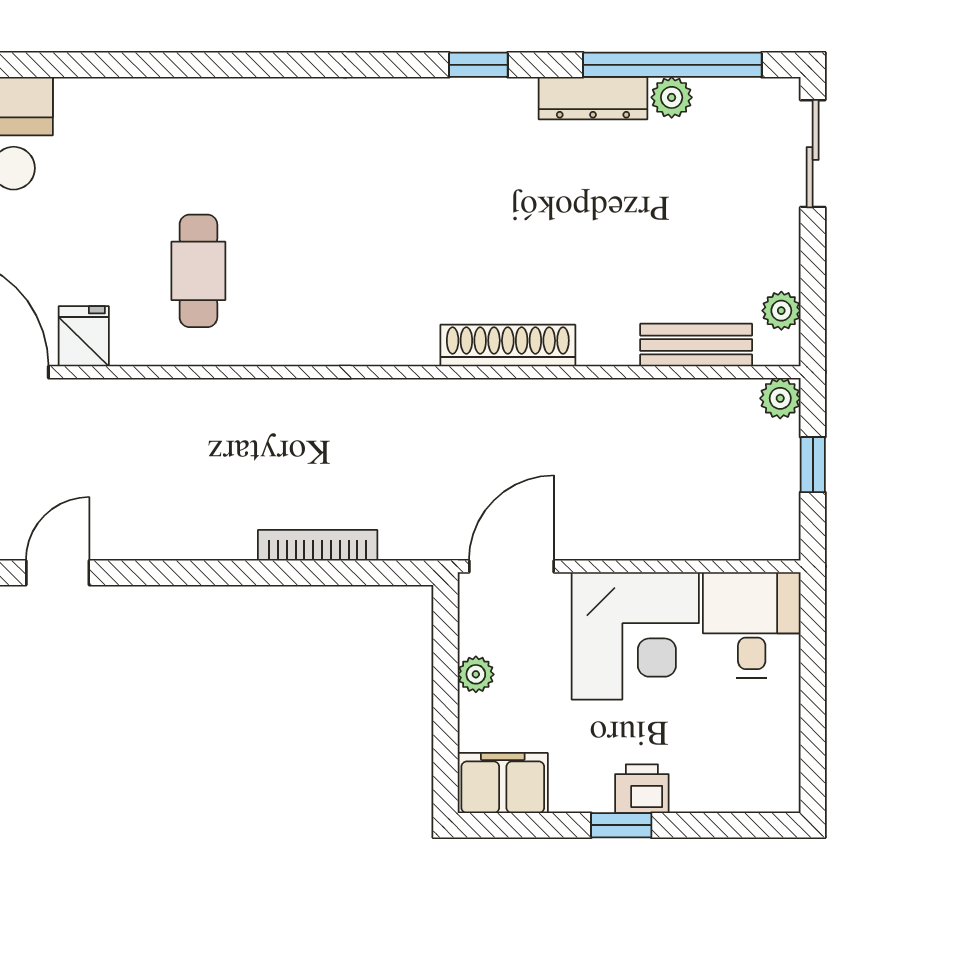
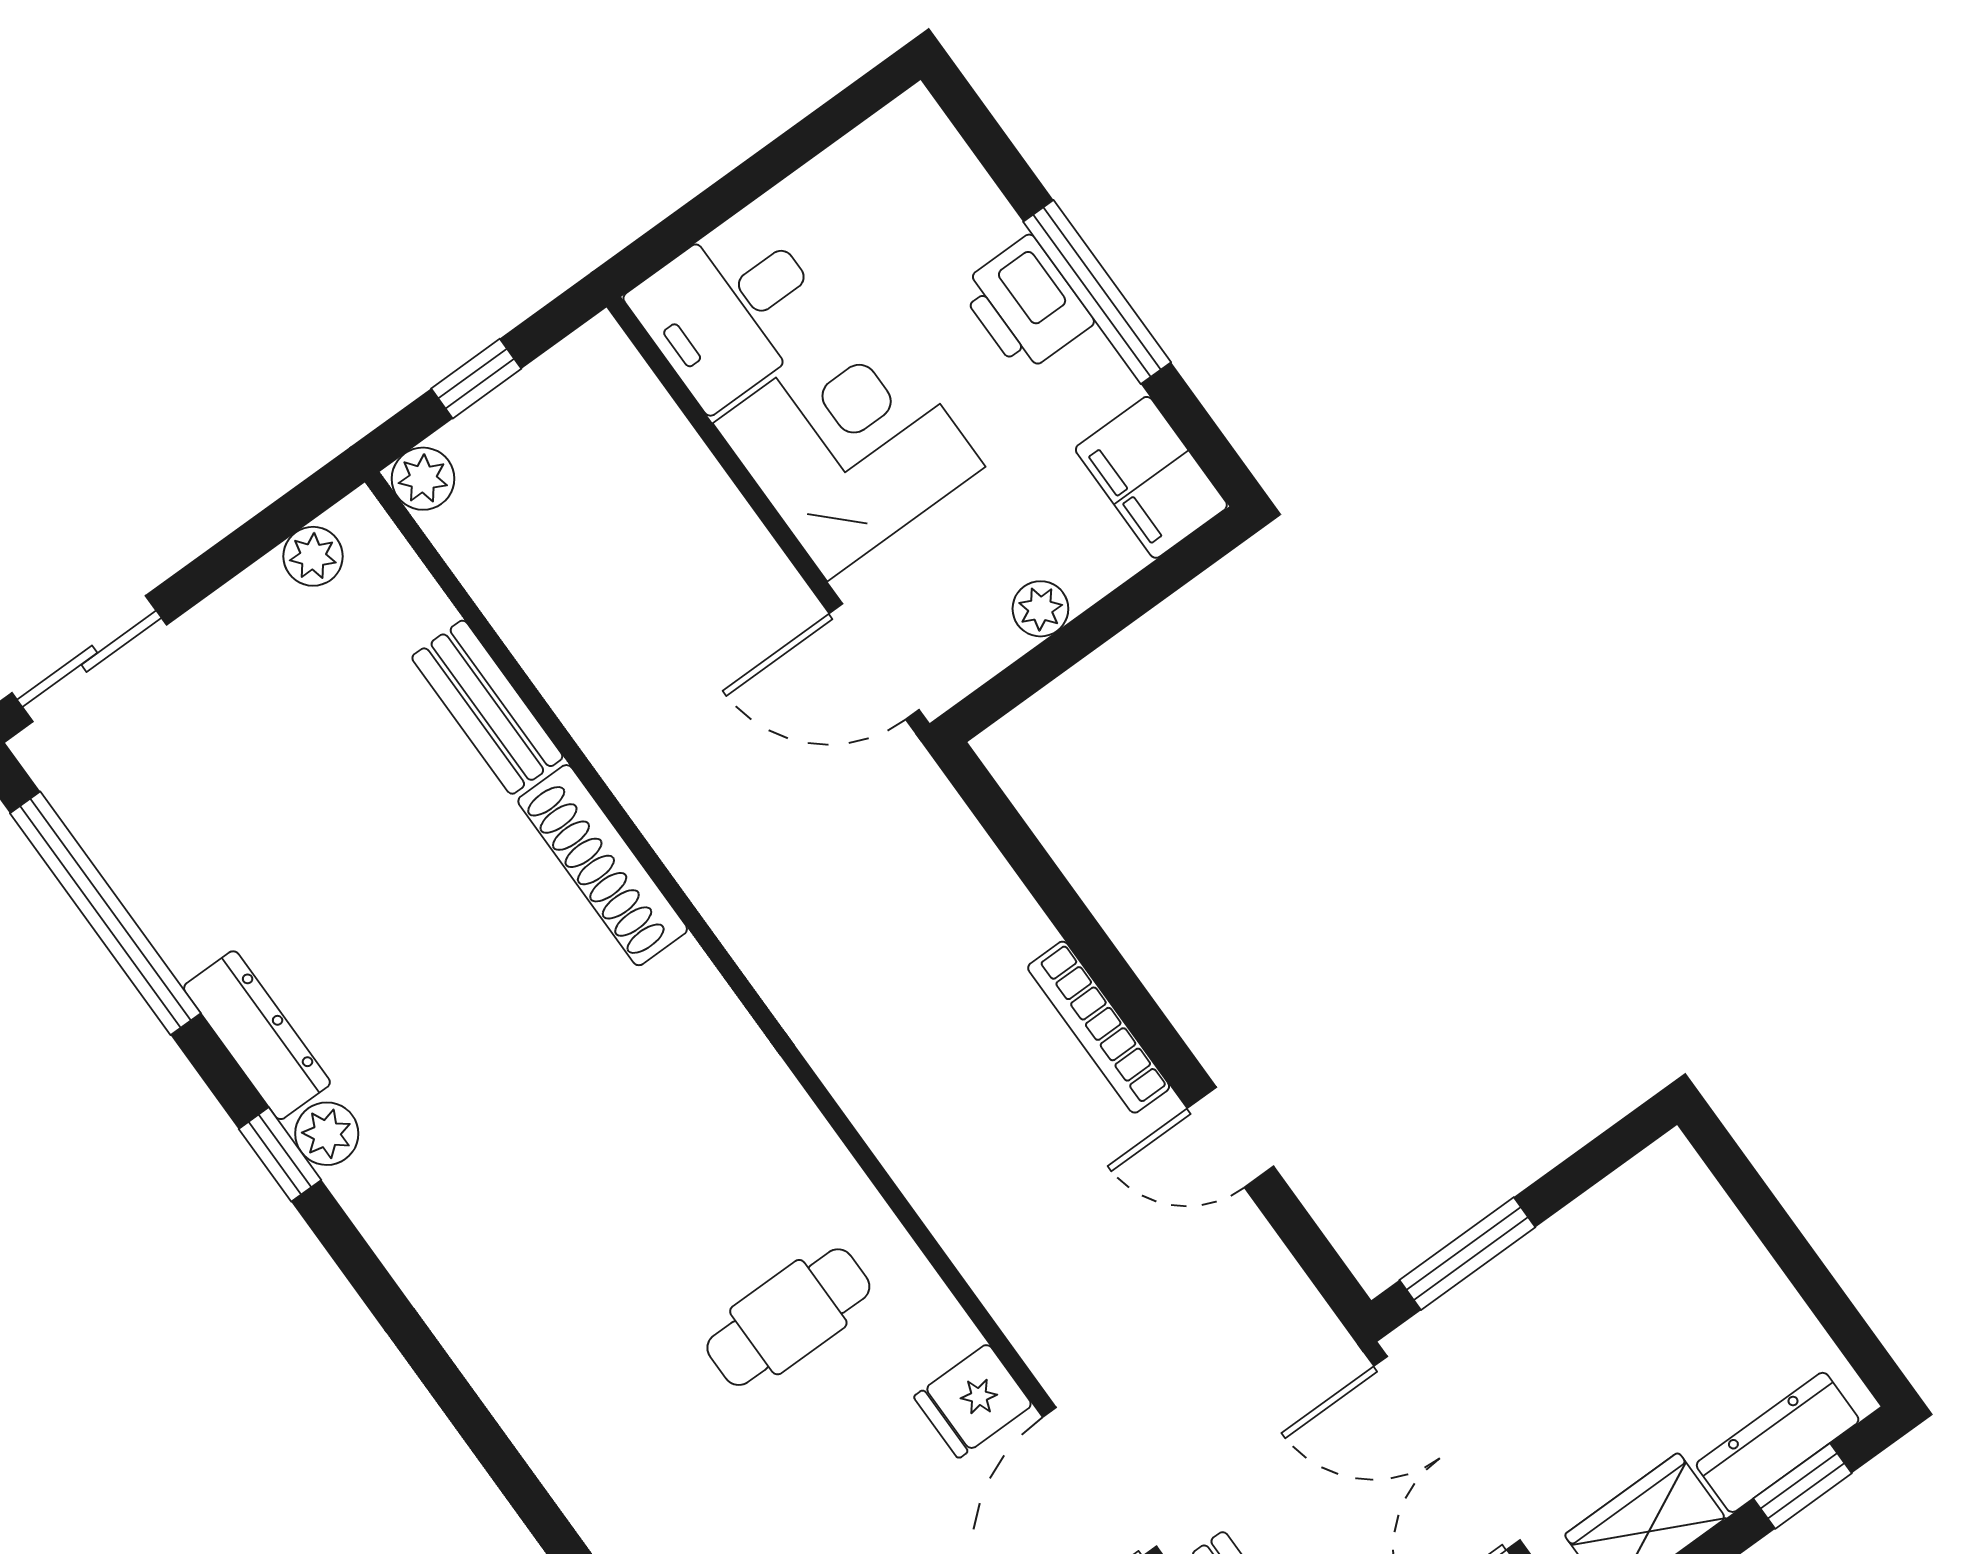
plant: (672, 97) -> (327, 1134), moved
dresser: (593, 98) -> (257, 1035), moved
bench: (696, 345) -> (487, 707), moved
bookcase: (318, 545) -> (1099, 1027), moved
door: (58, 573) -> (1230, 1137), moved
printer: (642, 789) -> (1026, 305), width x1.36, depth x1.24
window: (621, 825) -> (1097, 292), width x2.17

